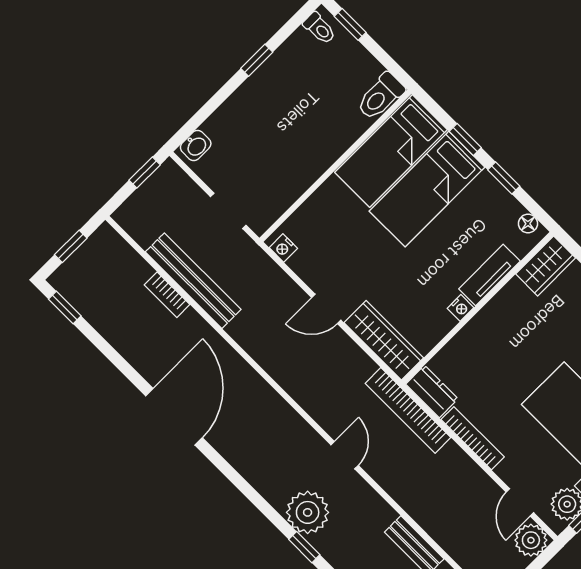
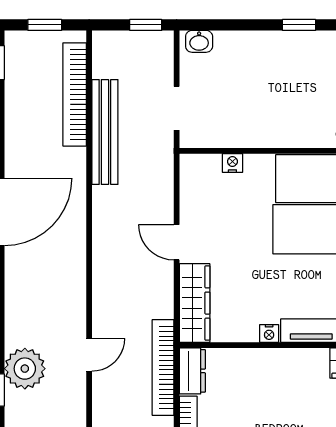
nightstand: (283, 248) -> (232, 163), moved, turned 90
bookcase: (167, 295) -> (75, 94), width x2.31, depth x1.31

